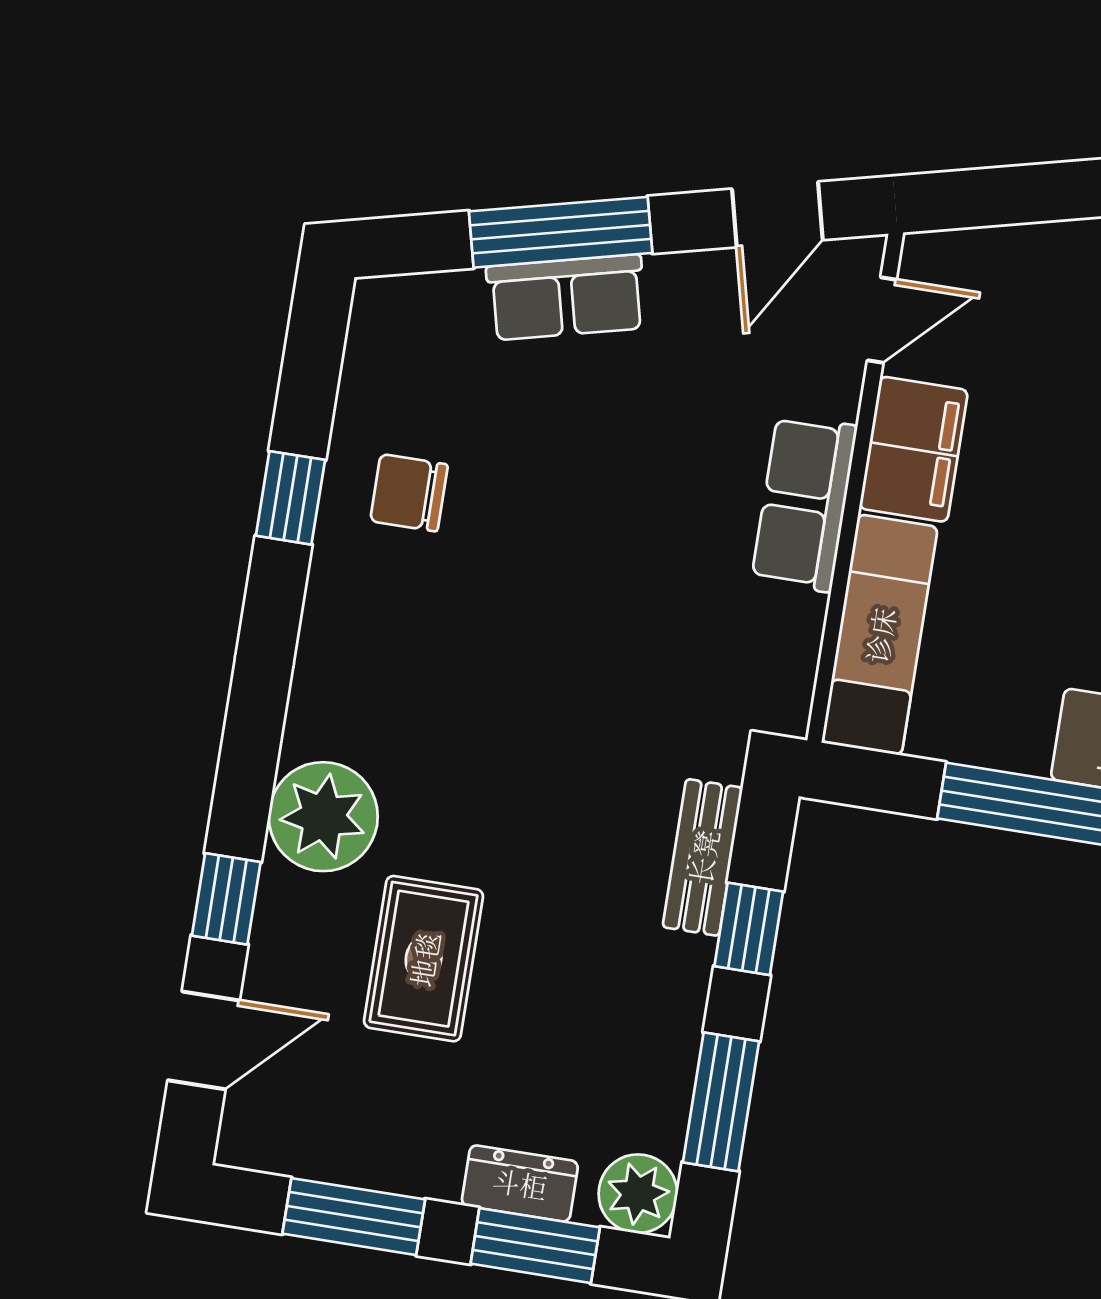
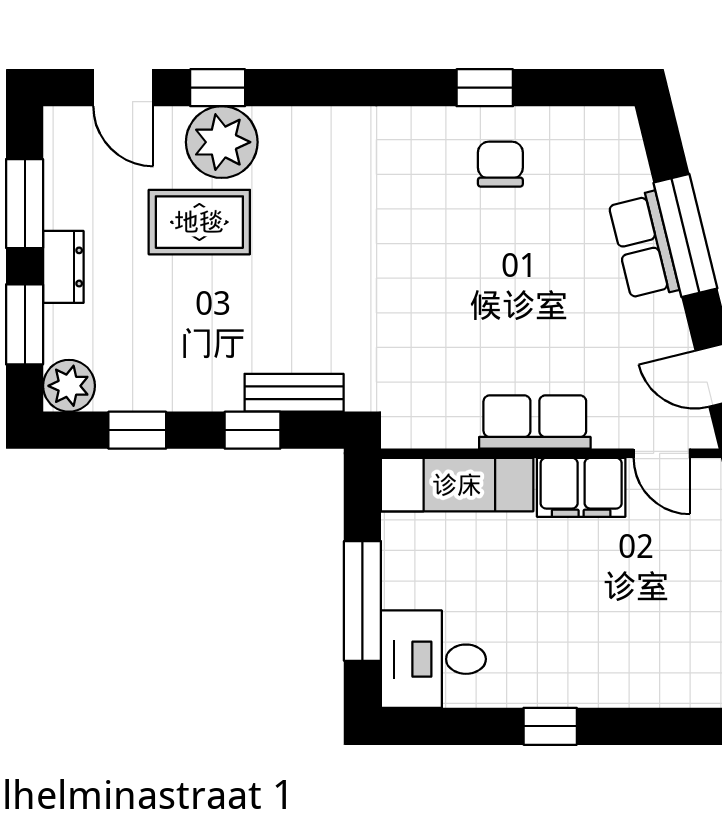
plant: (323, 817) -> (222, 142), moved
window: (721, 1102) -> (137, 430), width x0.67
dresser: (520, 1183) -> (63, 267), moved

